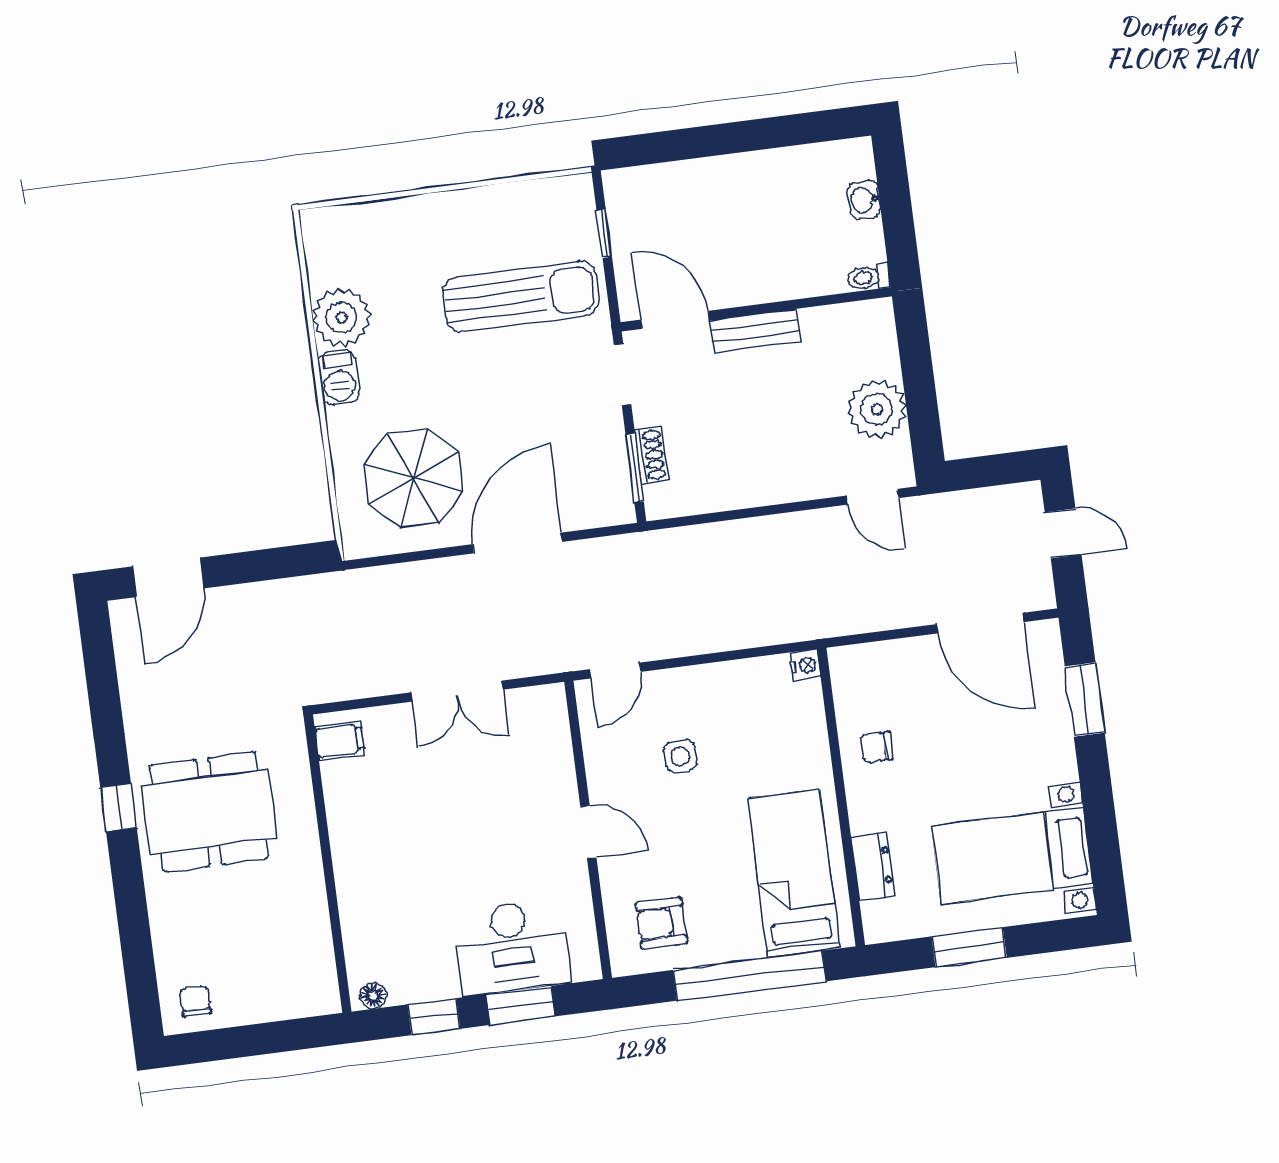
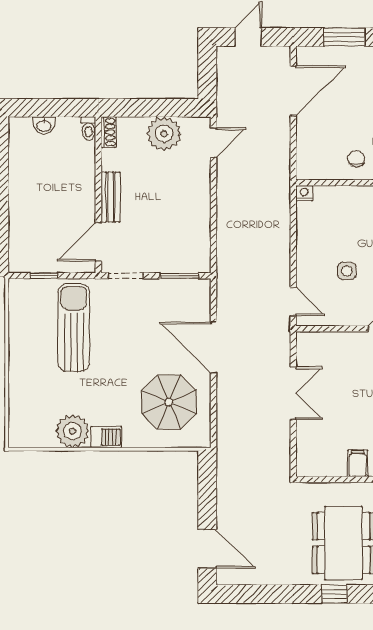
shoe rack: (651, 455) -> (108, 132), moved, turned 90
filing cabinet: (340, 741) -> (358, 463), moved
chair: (877, 747) -> (356, 159), turned 180

